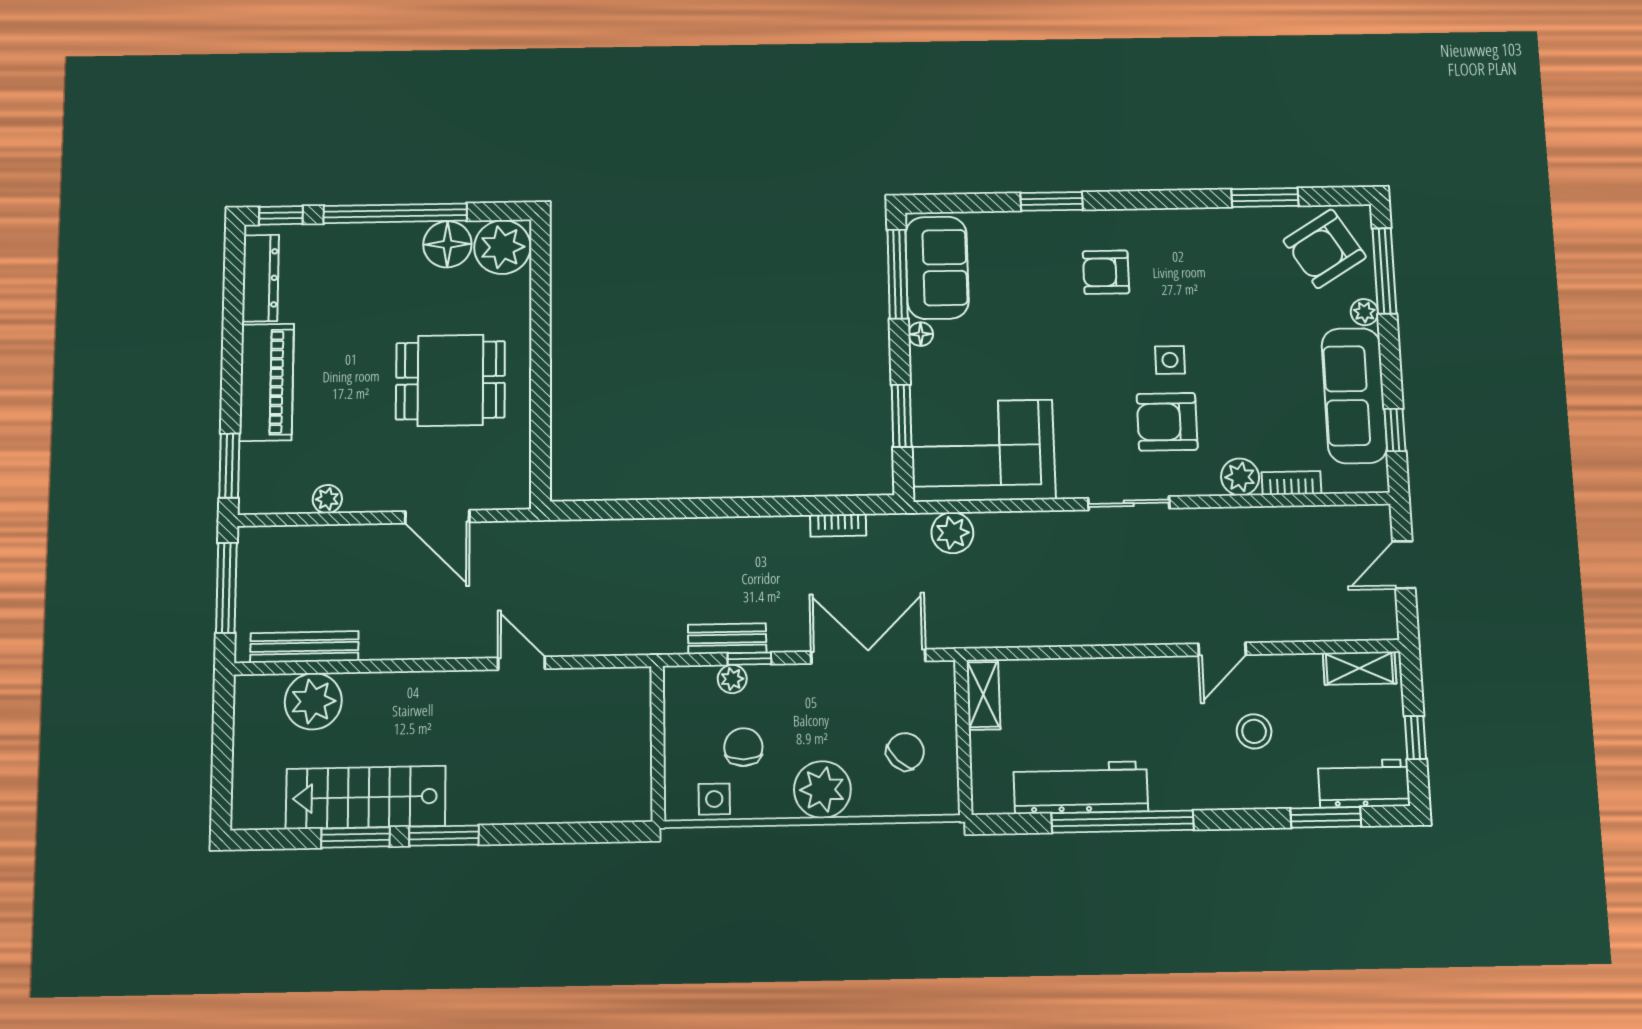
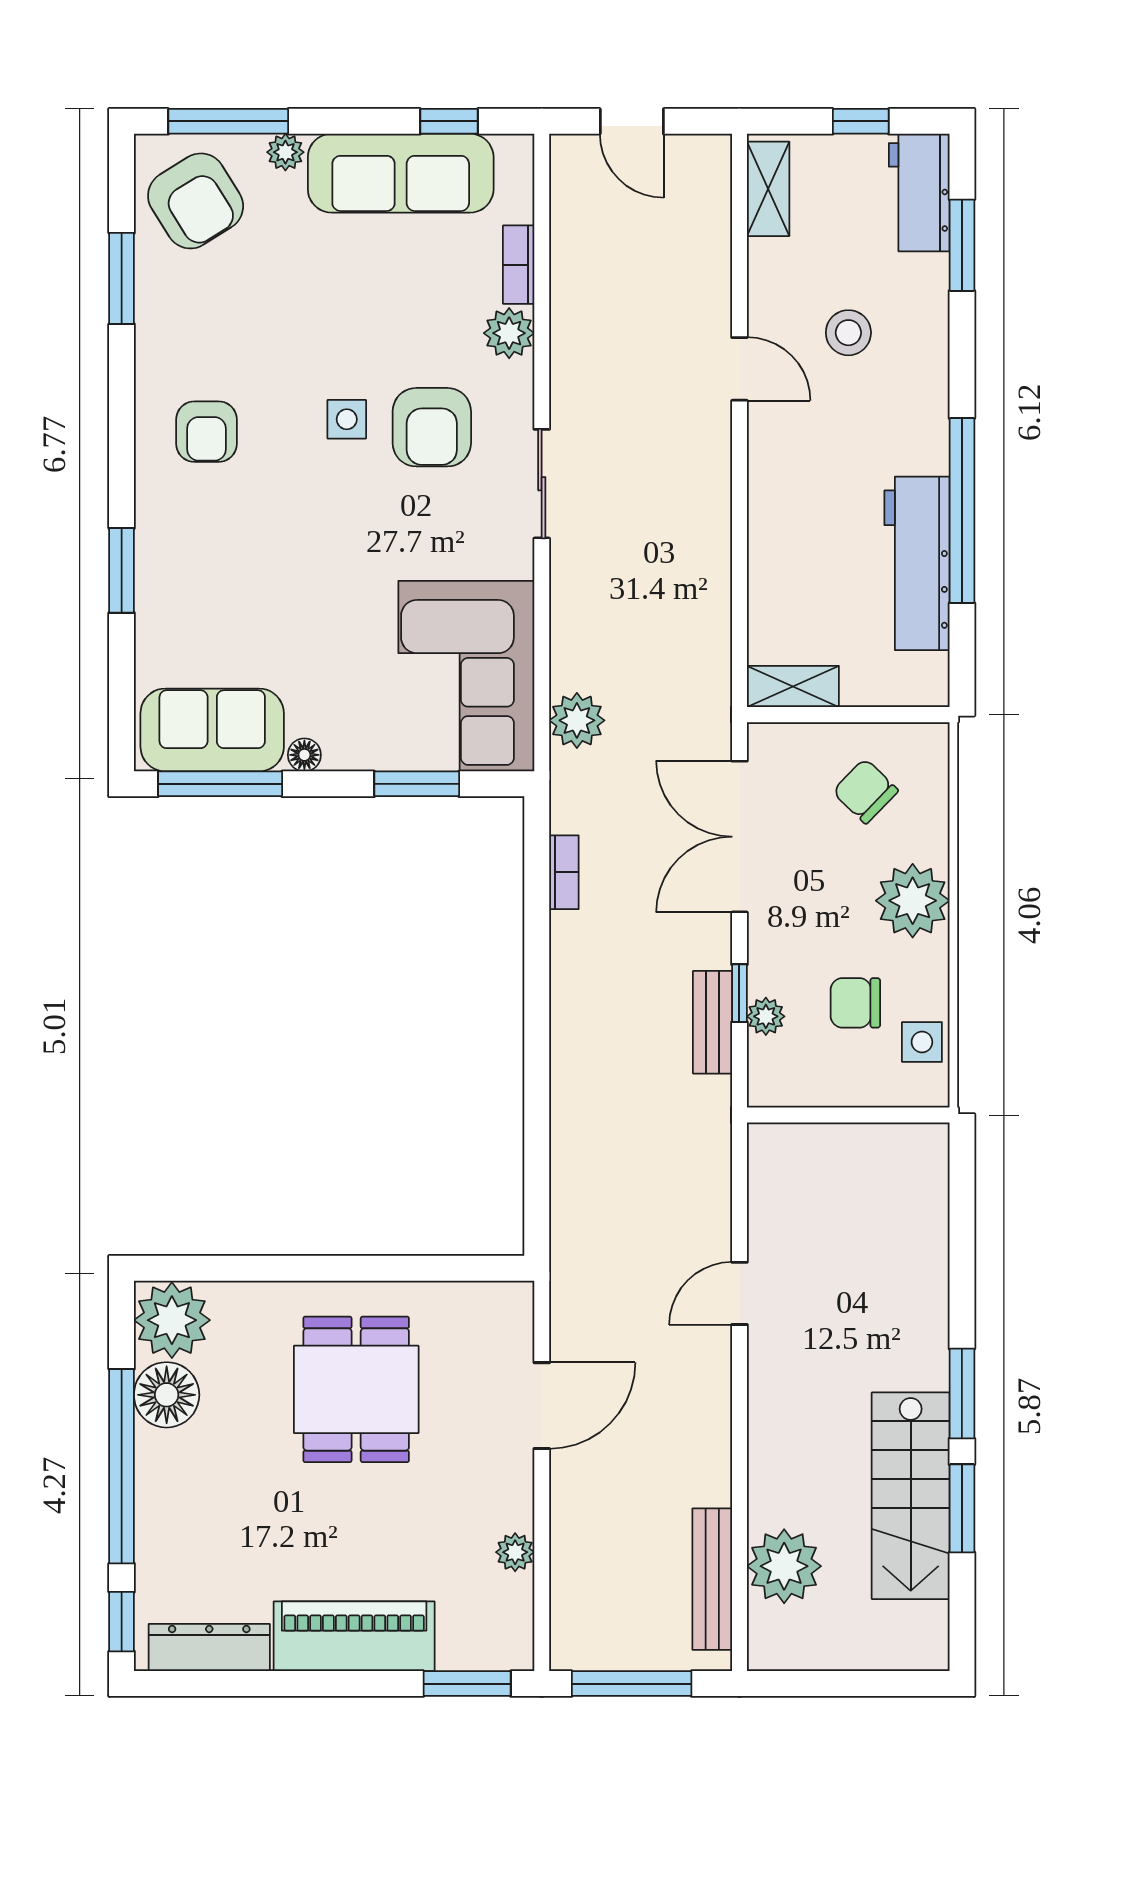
armchair: (1106, 272) -> (207, 432), moved

